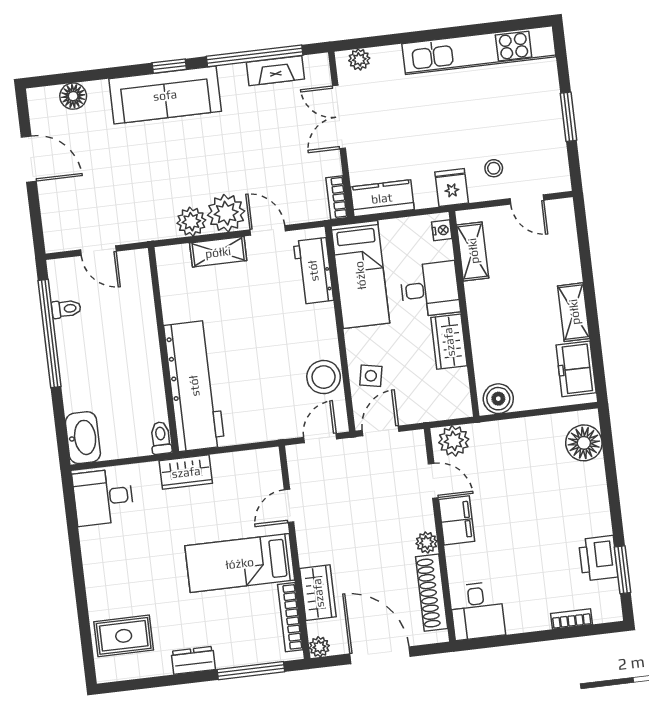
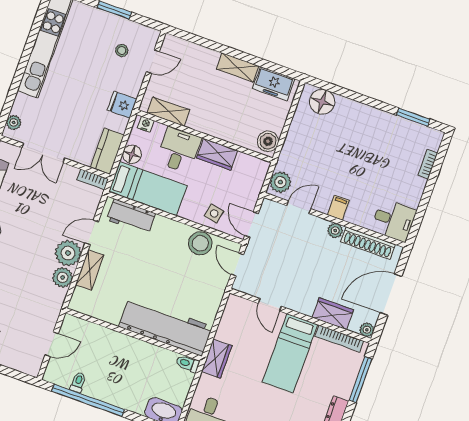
stool: (494, 168) -> (122, 50), moved
floor lamp: (394, 232) -> (132, 154), added
filing cabinet: (457, 520) -> (338, 208), width x0.50
printer: (598, 558) -> (398, 129), removed

